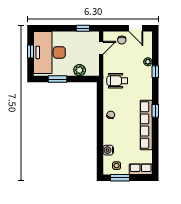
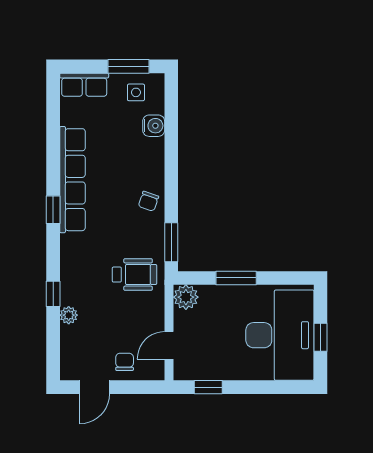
door: (136, 28) -> (94, 387), swing flipped
plant: (80, 70) -> (186, 297), moved
window: (57, 79) -> (236, 278), moved
window: (100, 96) -> (171, 242), added

